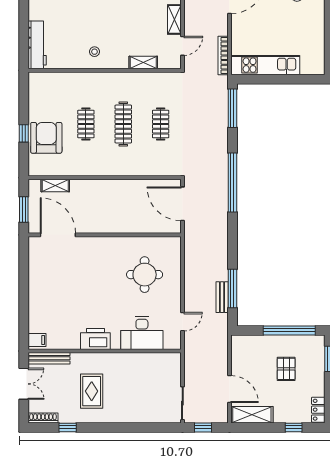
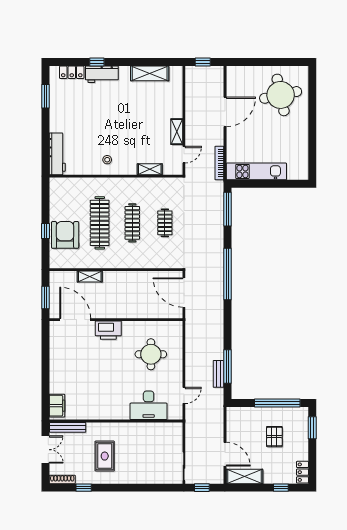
clothes rail: (86, 124) -> (100, 223), width x1.86, depth x1.31
shelving: (55, 185) -> (90, 277), moved
printer: (95, 339) -> (108, 330), moved, turned 180
filing cabinet: (37, 340) -> (57, 406), width x2.00

